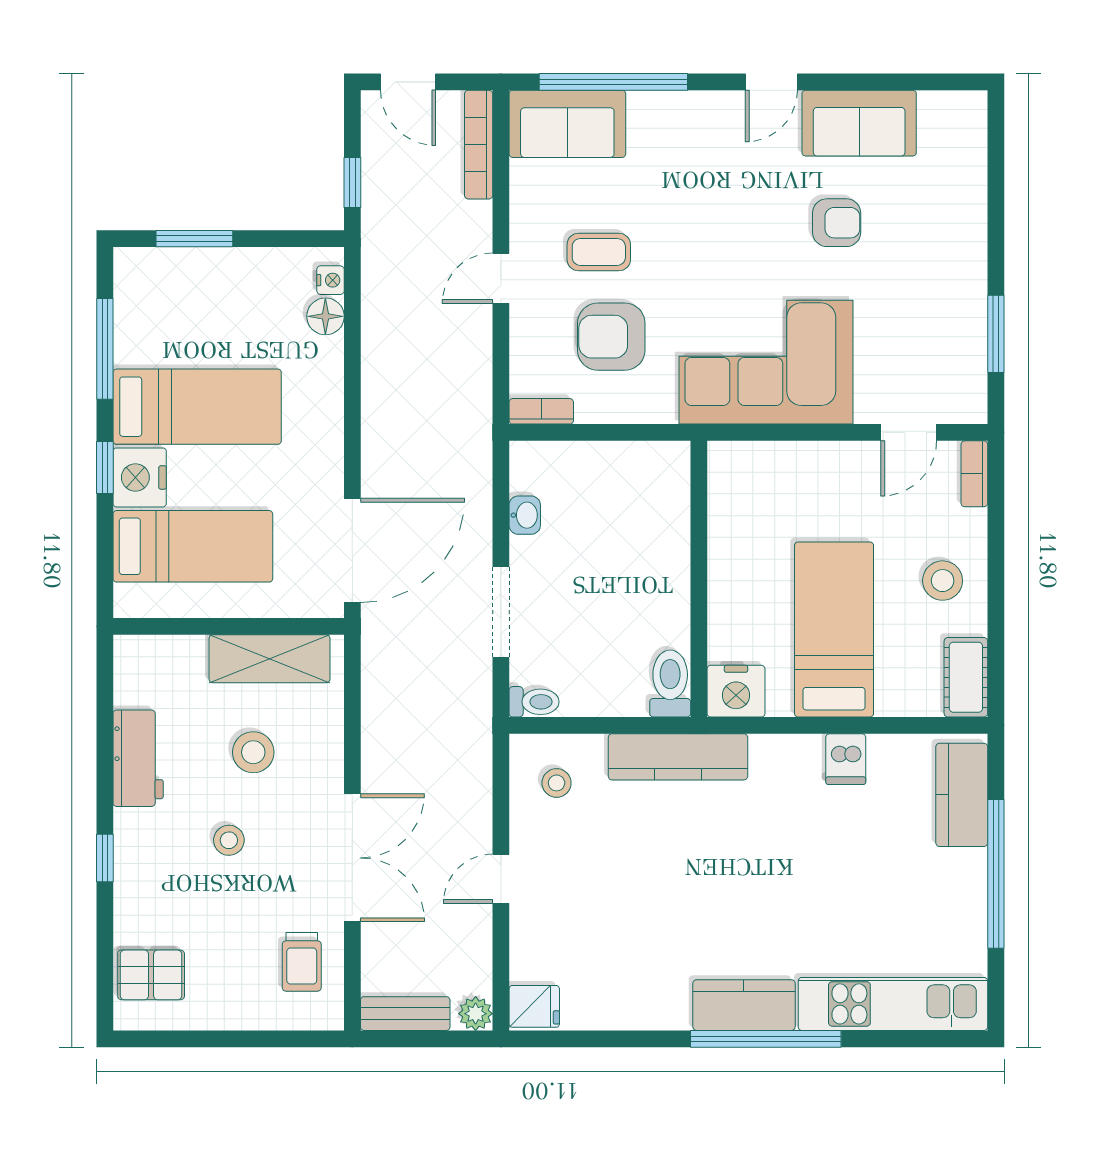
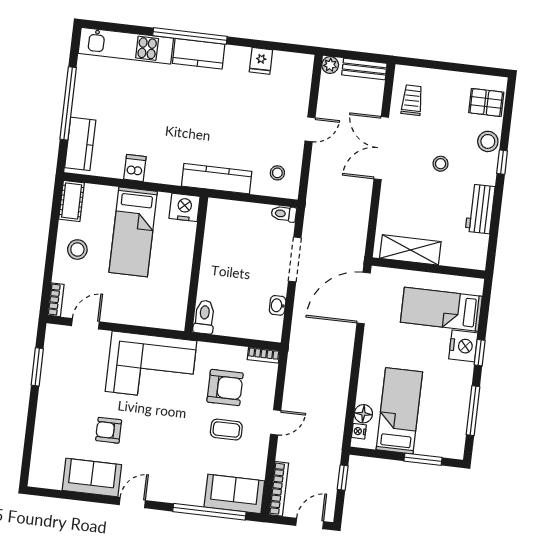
door: (408, 82) -> (310, 524), hinge flipped
bed: (197, 407) -> (399, 411), moved, turned 90
toilet: (670, 684) -> (204, 317), moved, turned 180
stool: (253, 752) -> (488, 141), moved
fridge: (534, 1006) -> (261, 61), moved, turned -90

